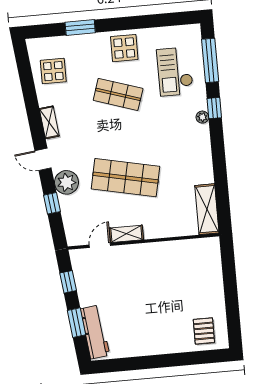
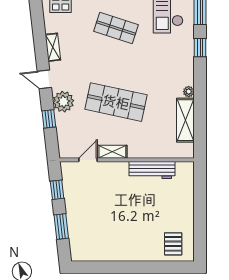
plant: (202, 117) -> (189, 92), moved
shelving: (207, 209) -> (185, 120), moved
workbench: (95, 332) -> (152, 170), moved, turned 97

